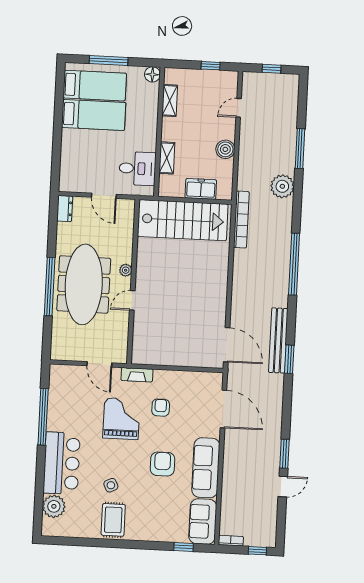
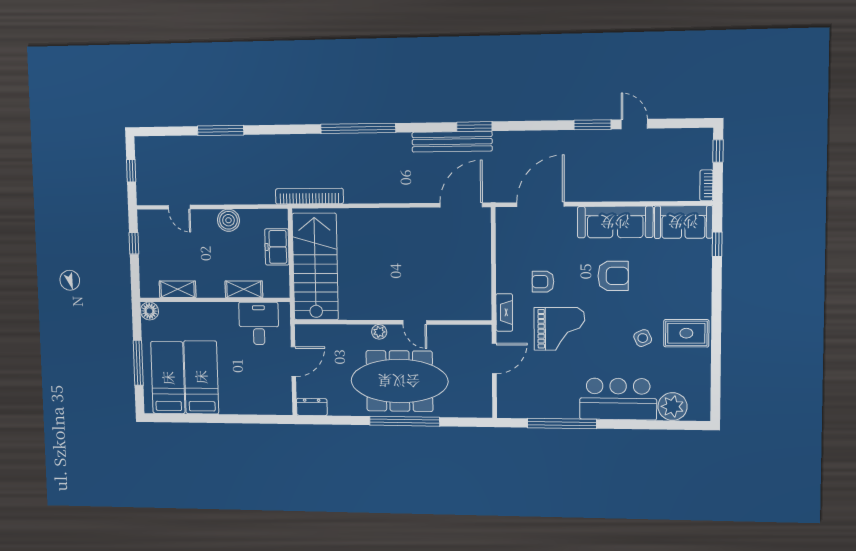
plant: (282, 186) -> (266, 149), removed
grand piano: (121, 419) -> (559, 329), turned 180
armchair: (162, 464) -> (613, 276), turned 180

